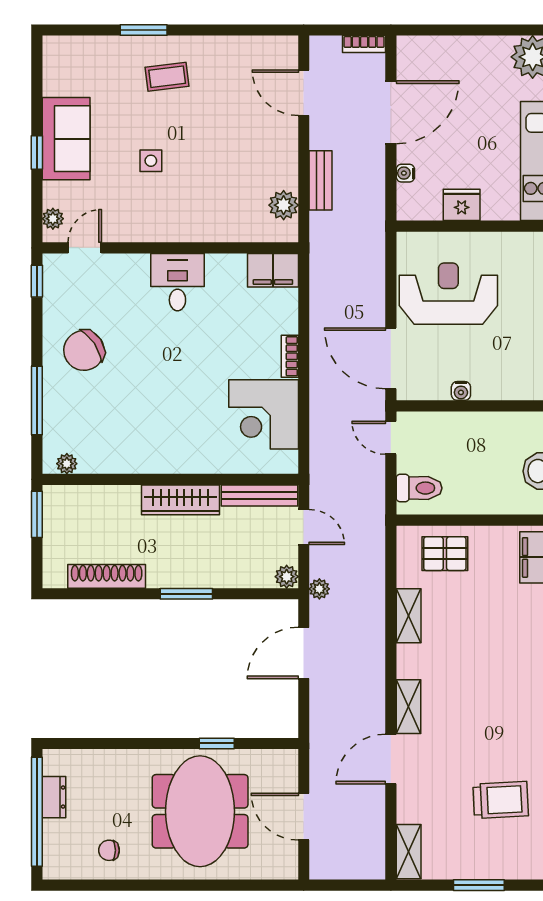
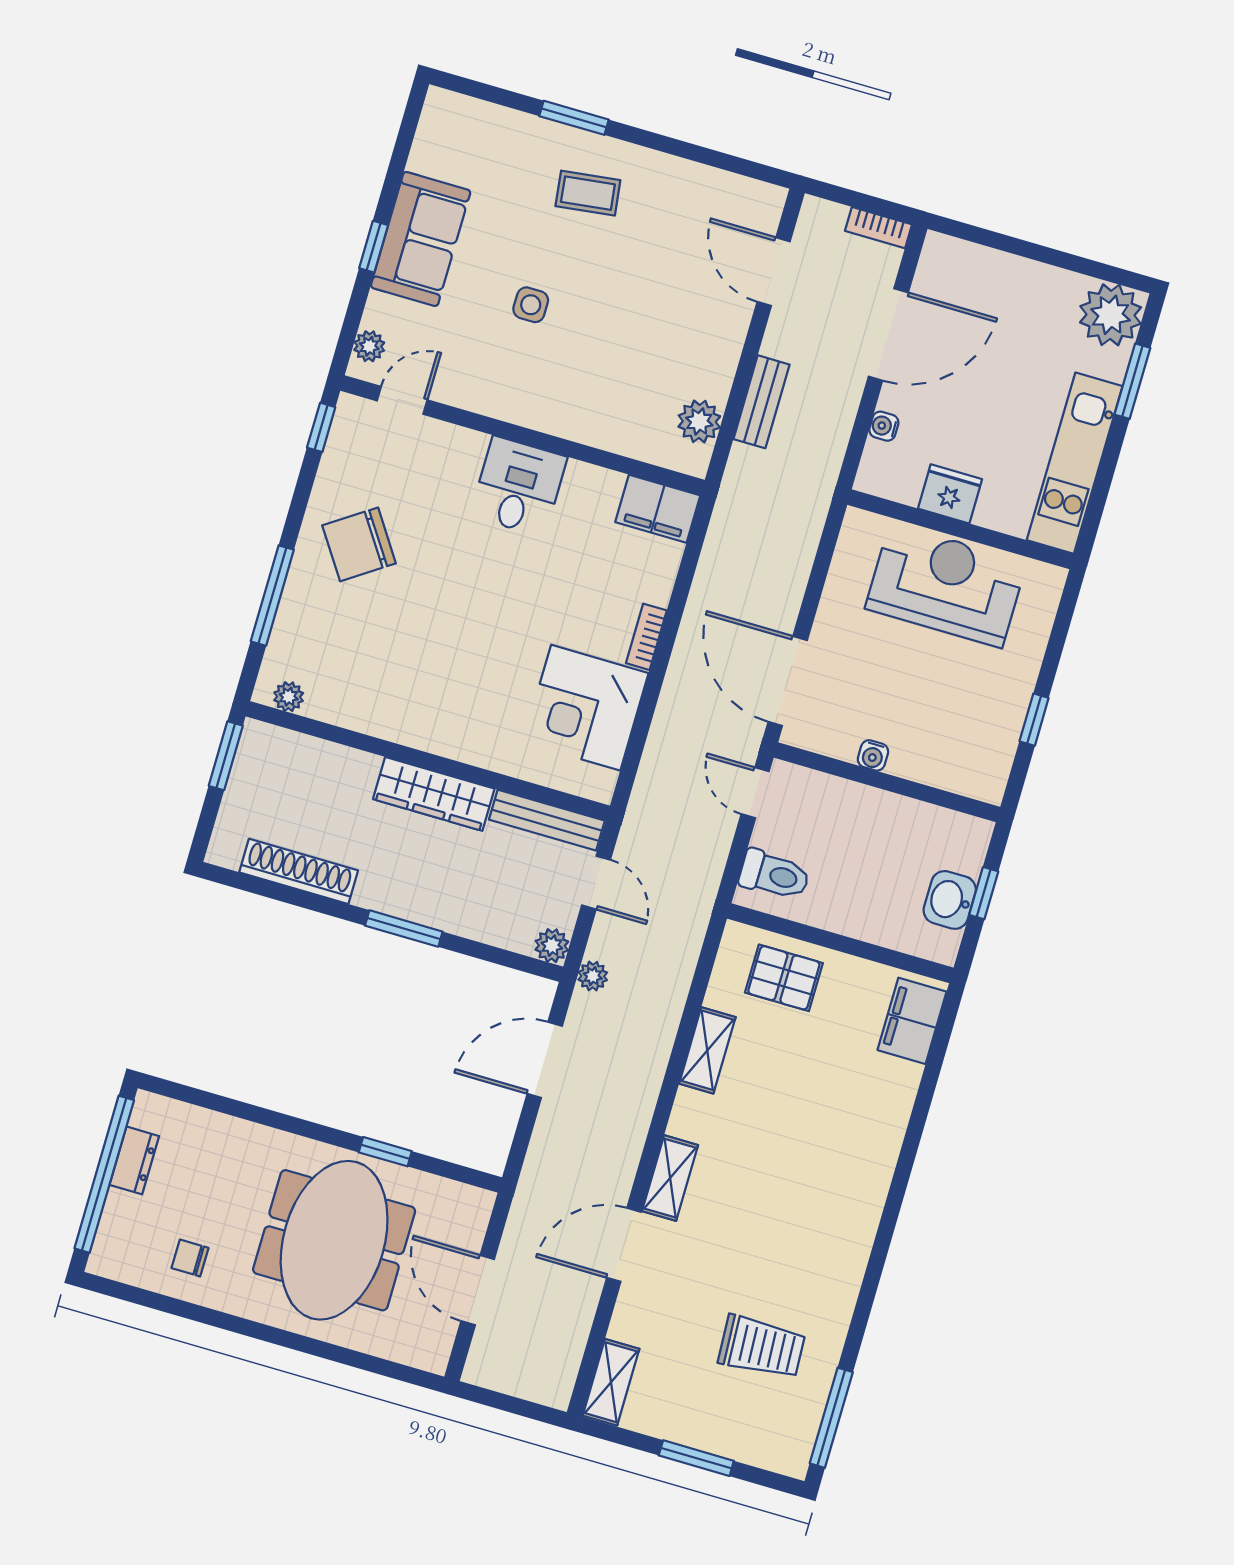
reception desk: (448, 294) -> (946, 585), moved

